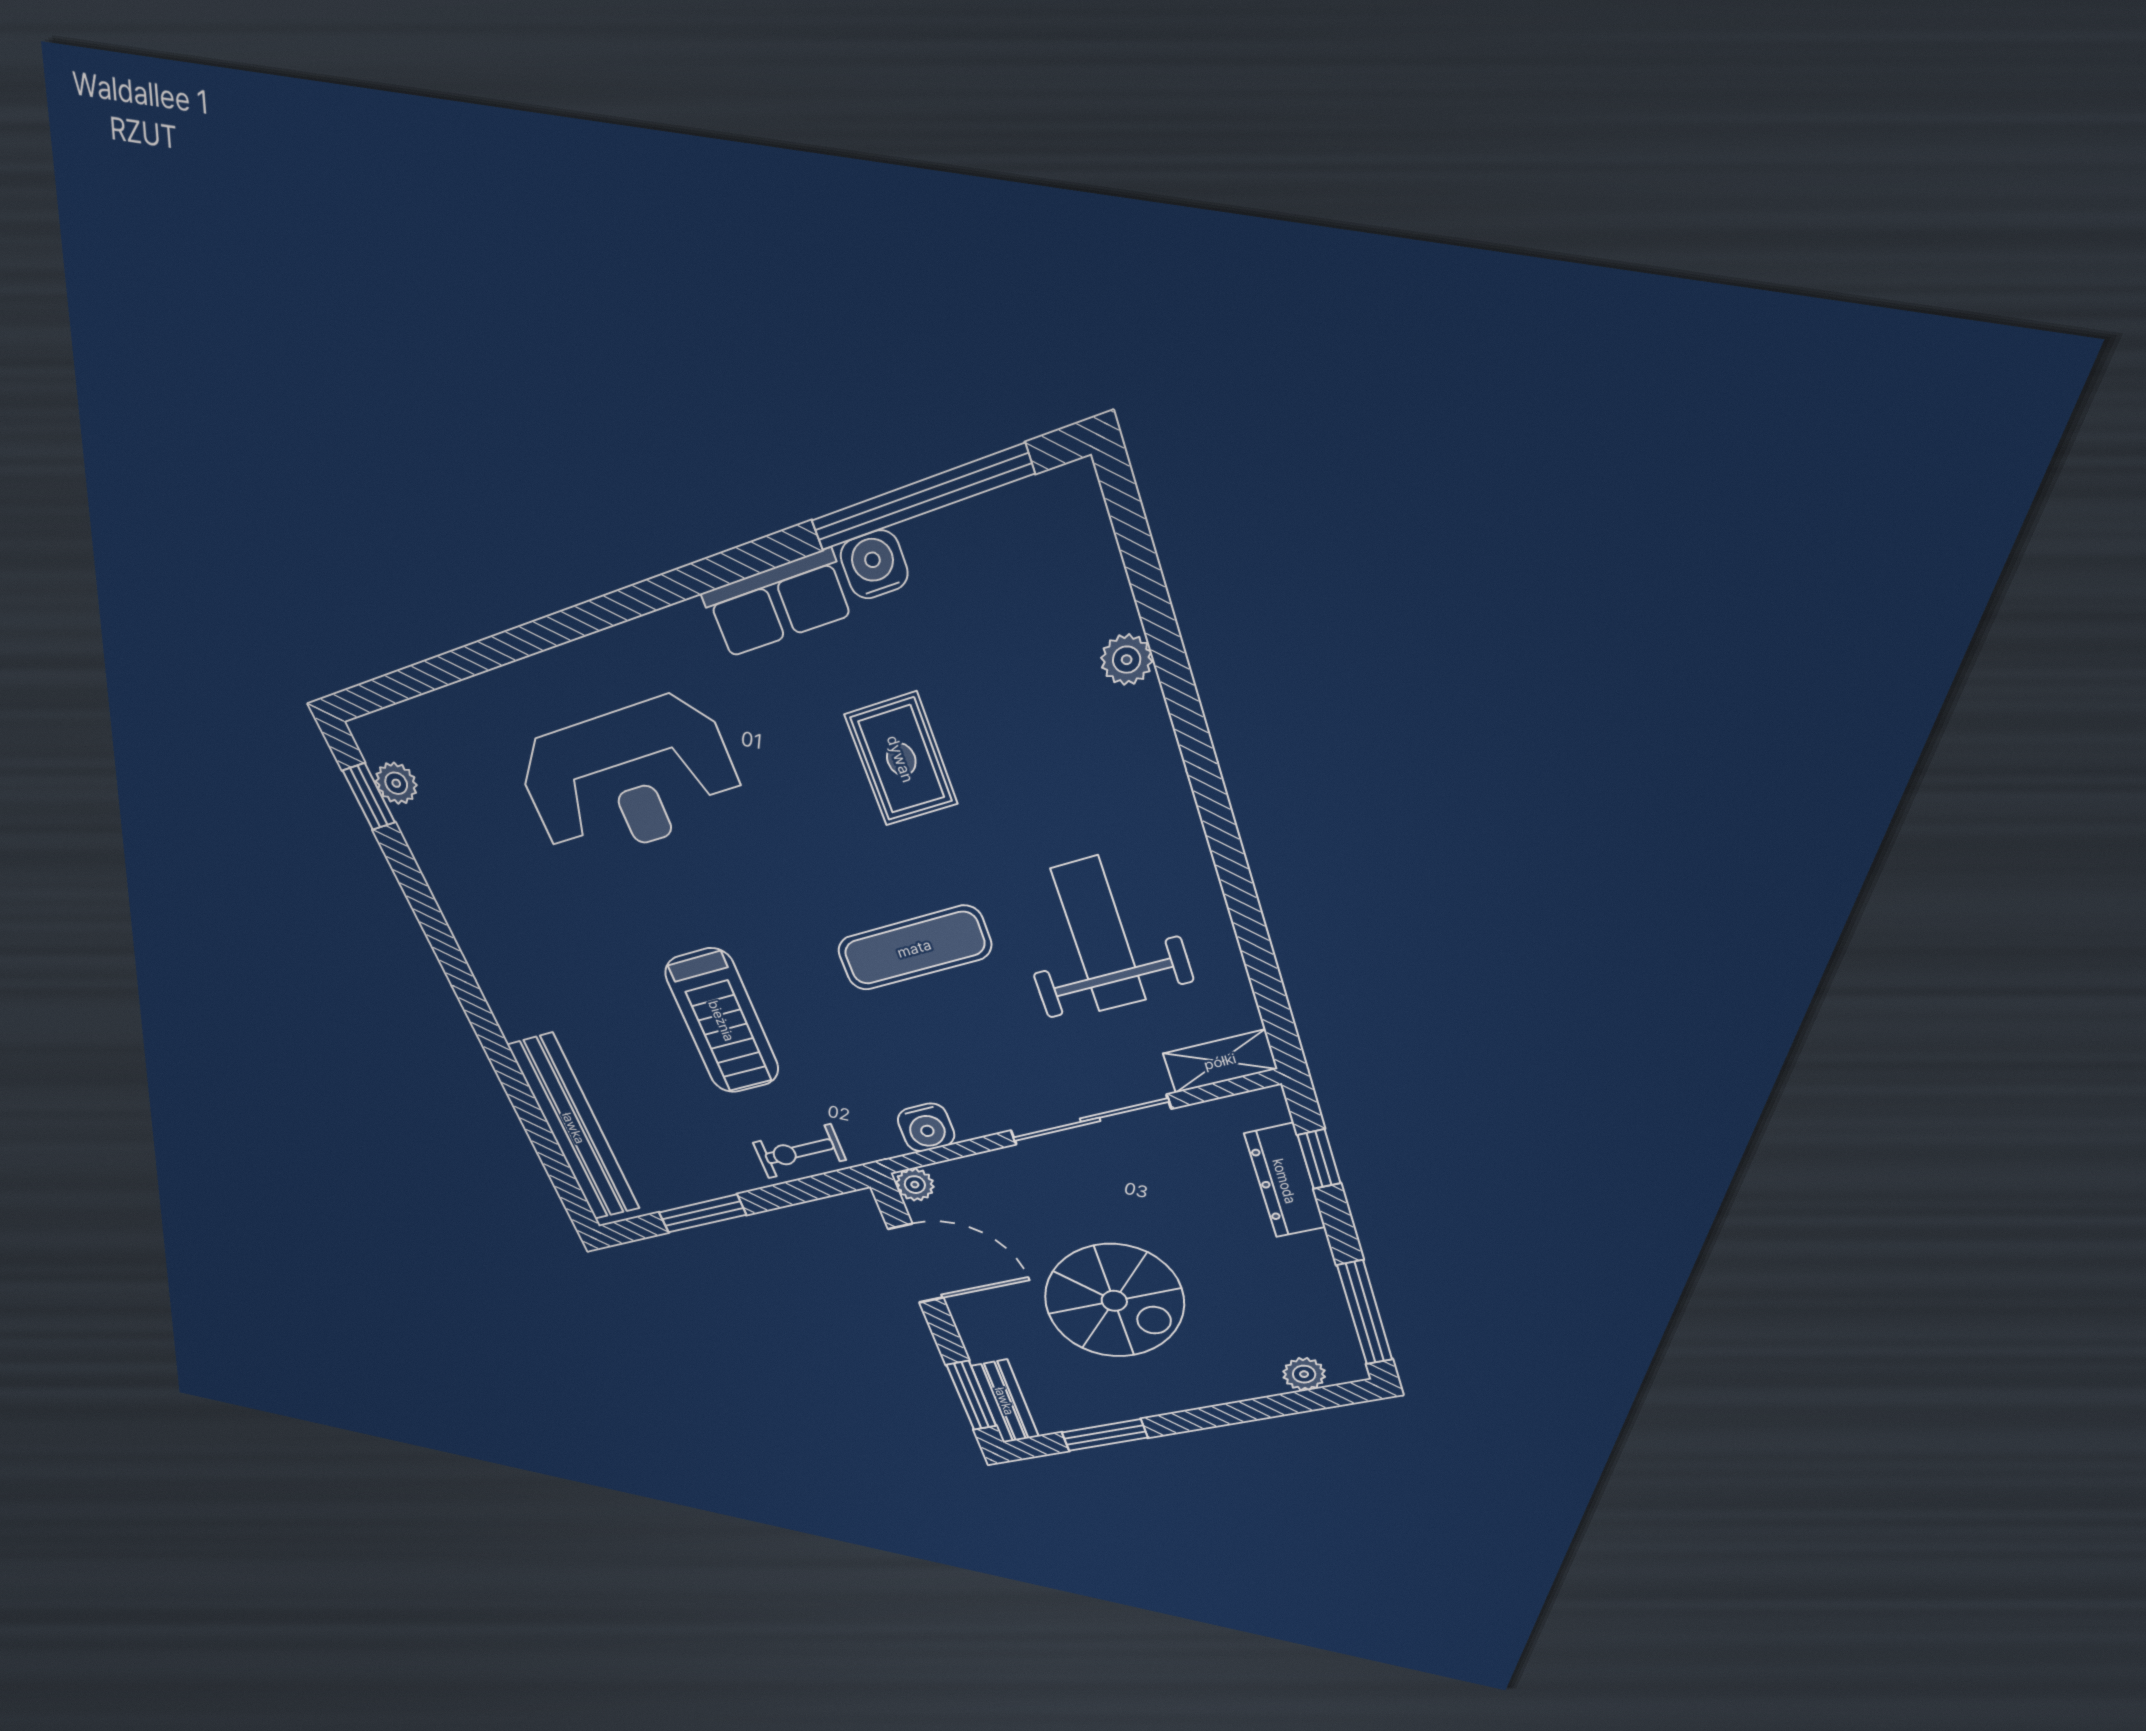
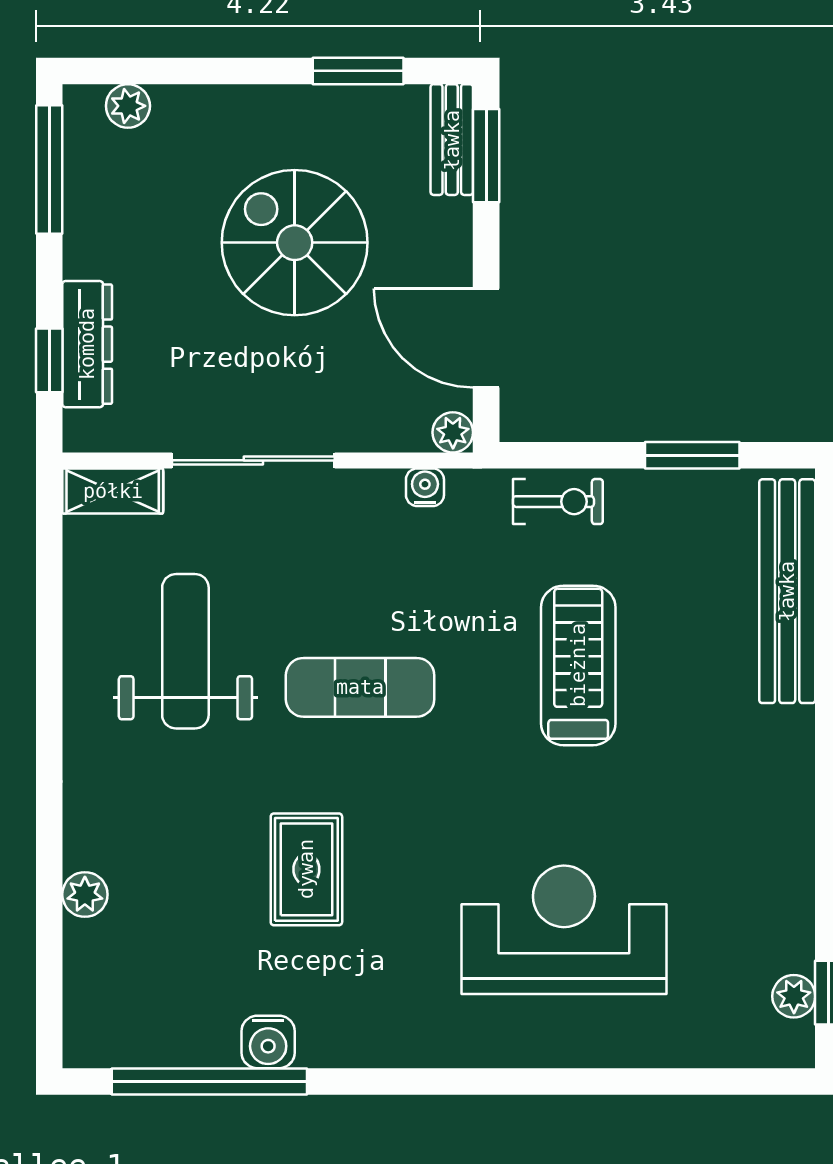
row of seats: (778, 604) -> (363, 1038), removed
weight bench: (1099, 935) -> (185, 651), turned 180
water cooler: (926, 1127) -> (425, 487), width x0.72, depth x0.72

